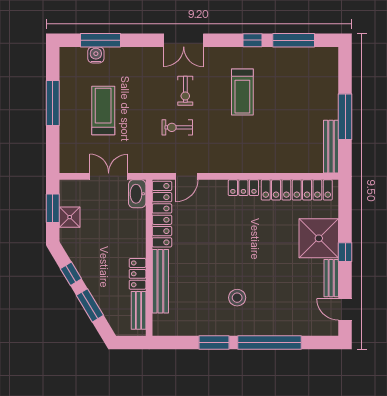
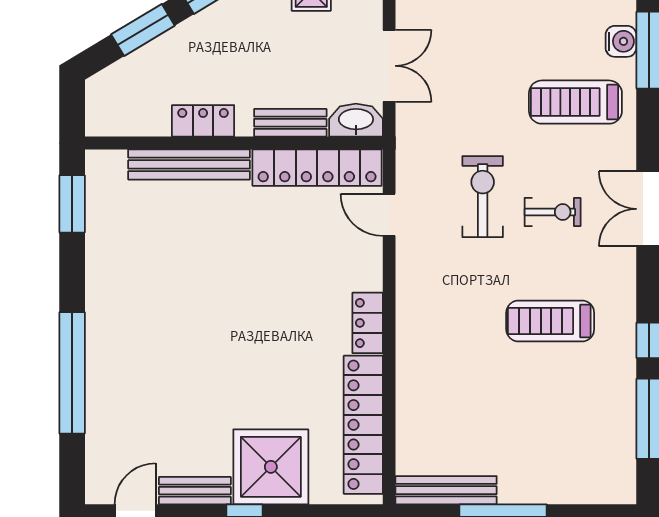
exercise bike: (185, 91) -> (553, 212), turned 180
treadmill: (103, 111) -> (575, 102), moved, turned 180
exercise bike: (177, 127) -> (483, 197), width x1.38, depth x1.39
stool: (237, 298) -> (158, 311), removed
bench: (139, 310) -> (290, 123), moved
window: (214, 342) -> (72, 204), moved

